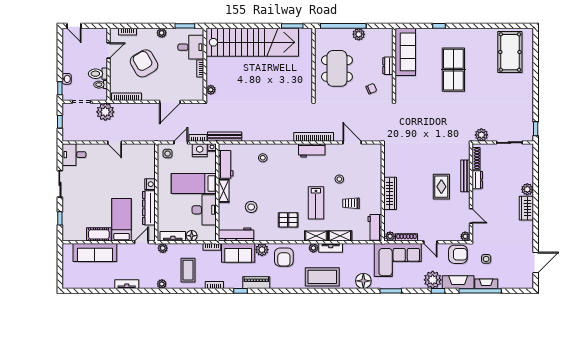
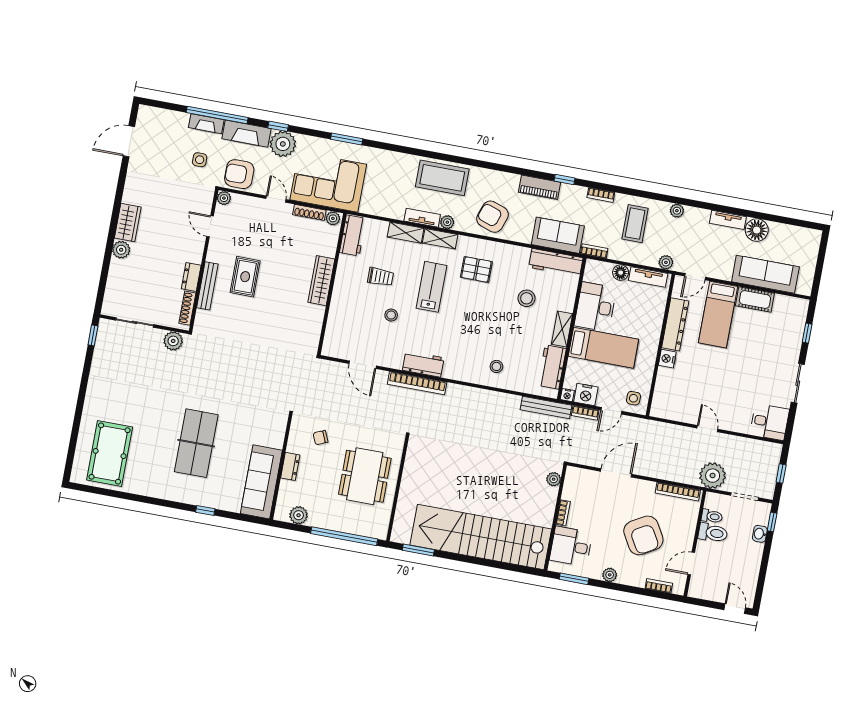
plant: (359, 34) -> (299, 515), moved
plant: (262, 250) -> (522, 233), removed
armchair: (284, 257) -> (493, 217), turned -71
floor lamp: (363, 281) -> (757, 230), moved

